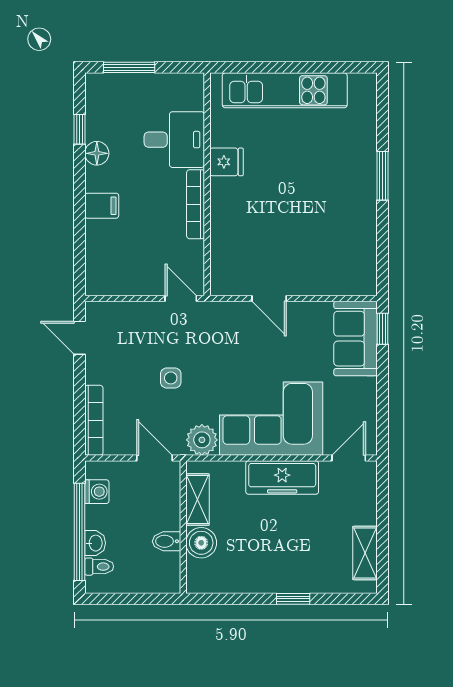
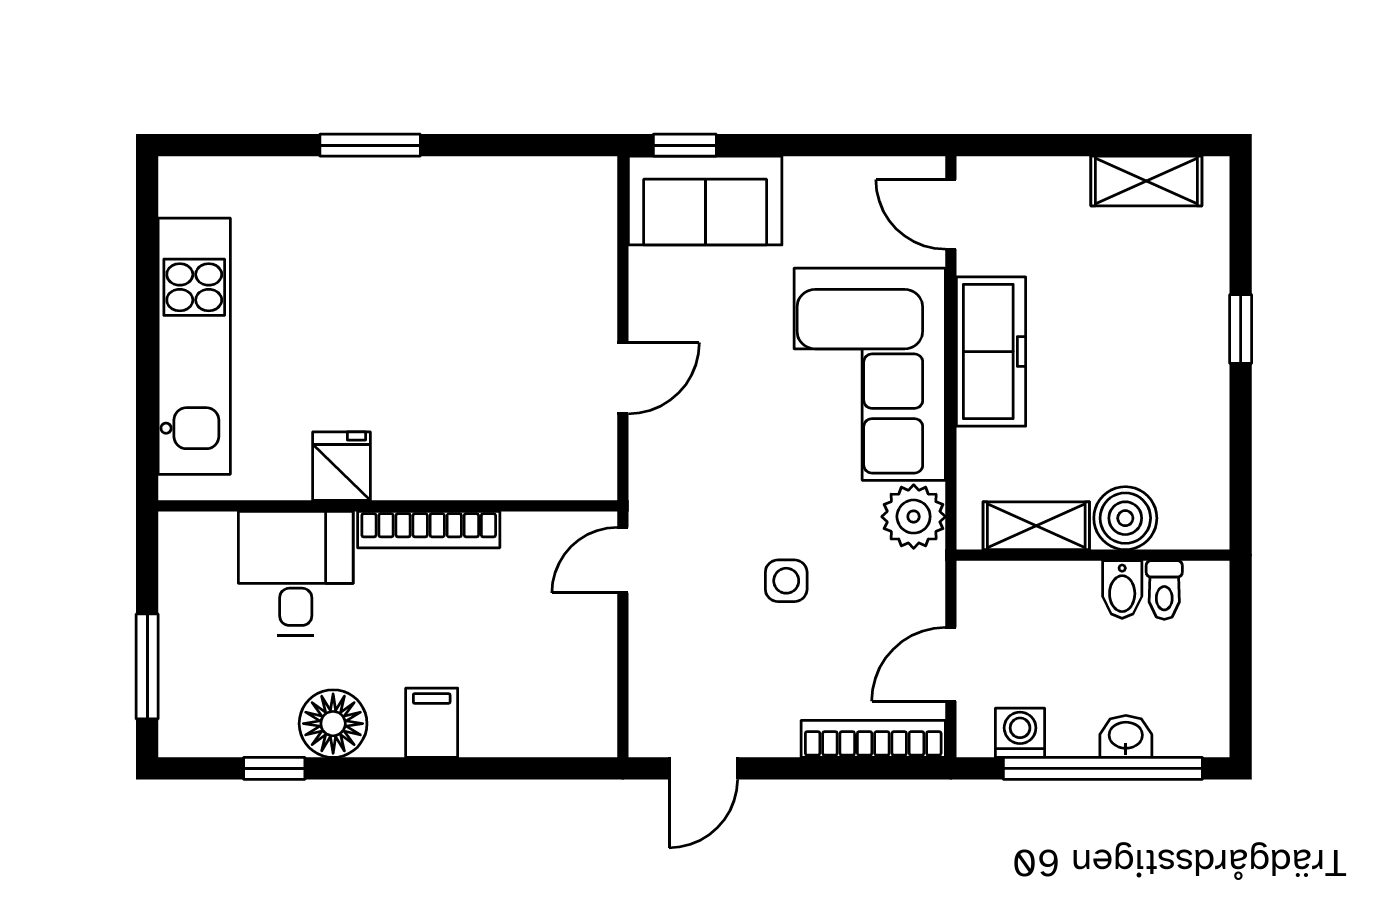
floor lamp: (97, 153) -> (333, 724), width x1.38, depth x1.38
door: (154, 458) -> (951, 664), moved
toilet: (99, 567) -> (1164, 590), moved, turned 180

